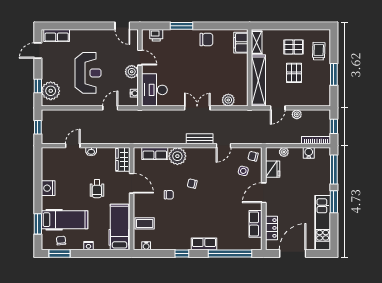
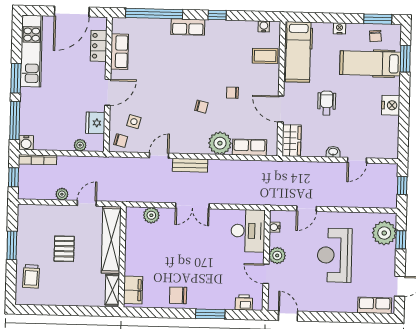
pallet: (294, 47) -> (64, 283), removed
water cooler: (309, 153) -> (26, 143), moved

